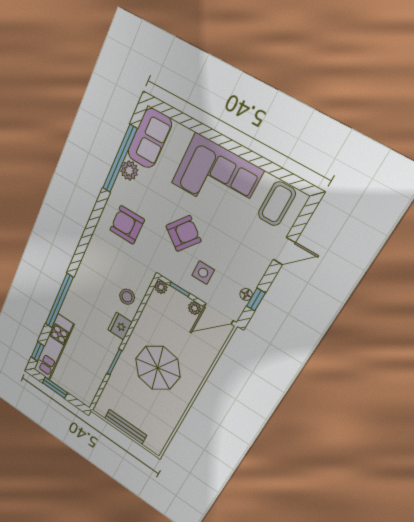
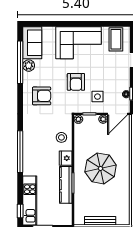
armchair: (127, 225) -> (42, 96), turned 180
armchair: (183, 233) -> (76, 82), turned 142
window: (59, 301) -> (20, 152), moved
kitchen counter: (105, 358) -> (66, 185), added

